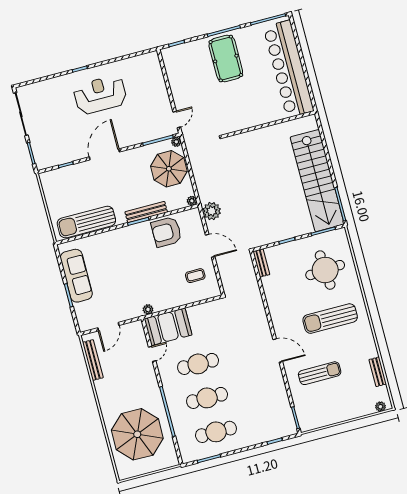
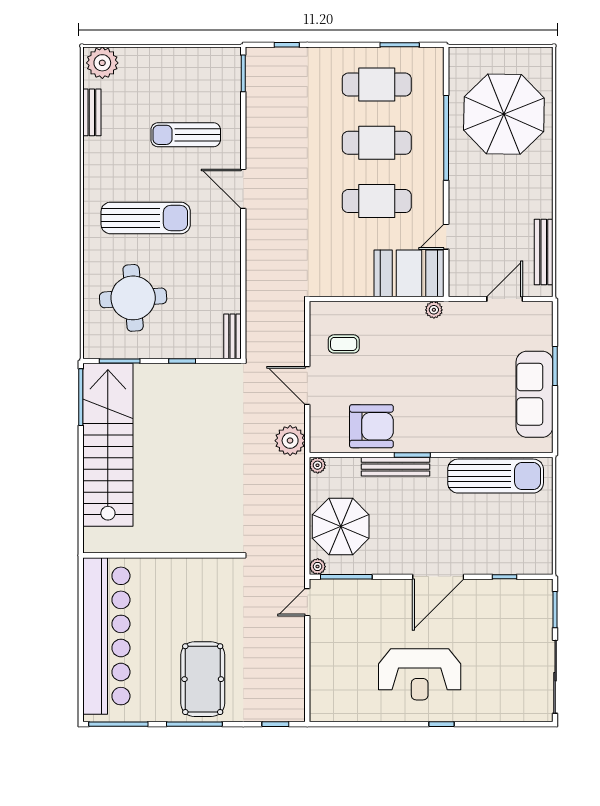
plant: (380, 407) -> (102, 63), width x1.88, depth x1.88

